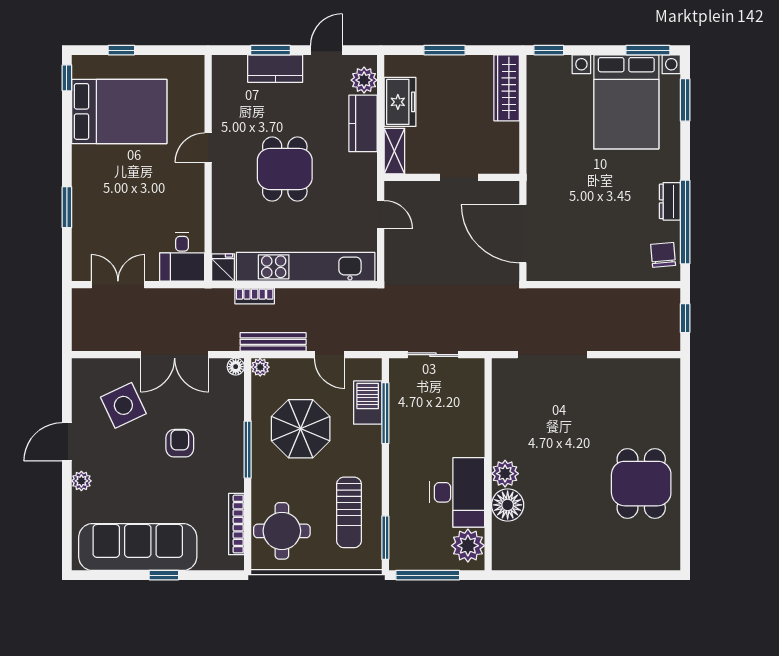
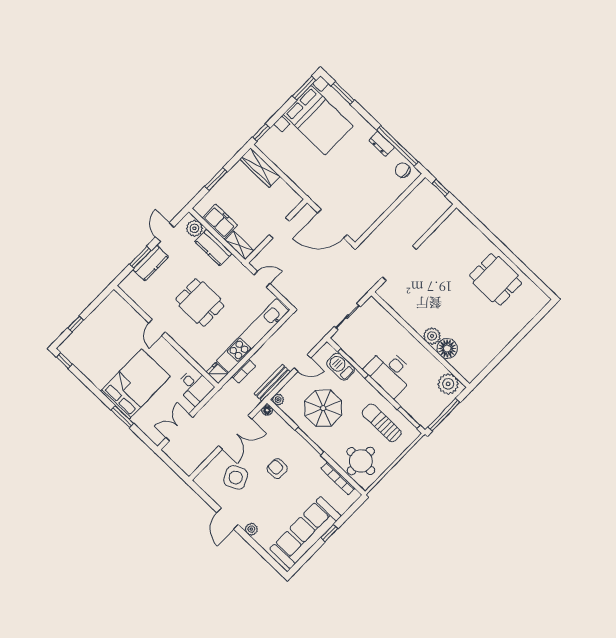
bed: (119, 111) -> (135, 384), moved
desk: (457, 492) -> (390, 372), moved, turned 180
sun lounger: (349, 512) -> (382, 423), turned 180

